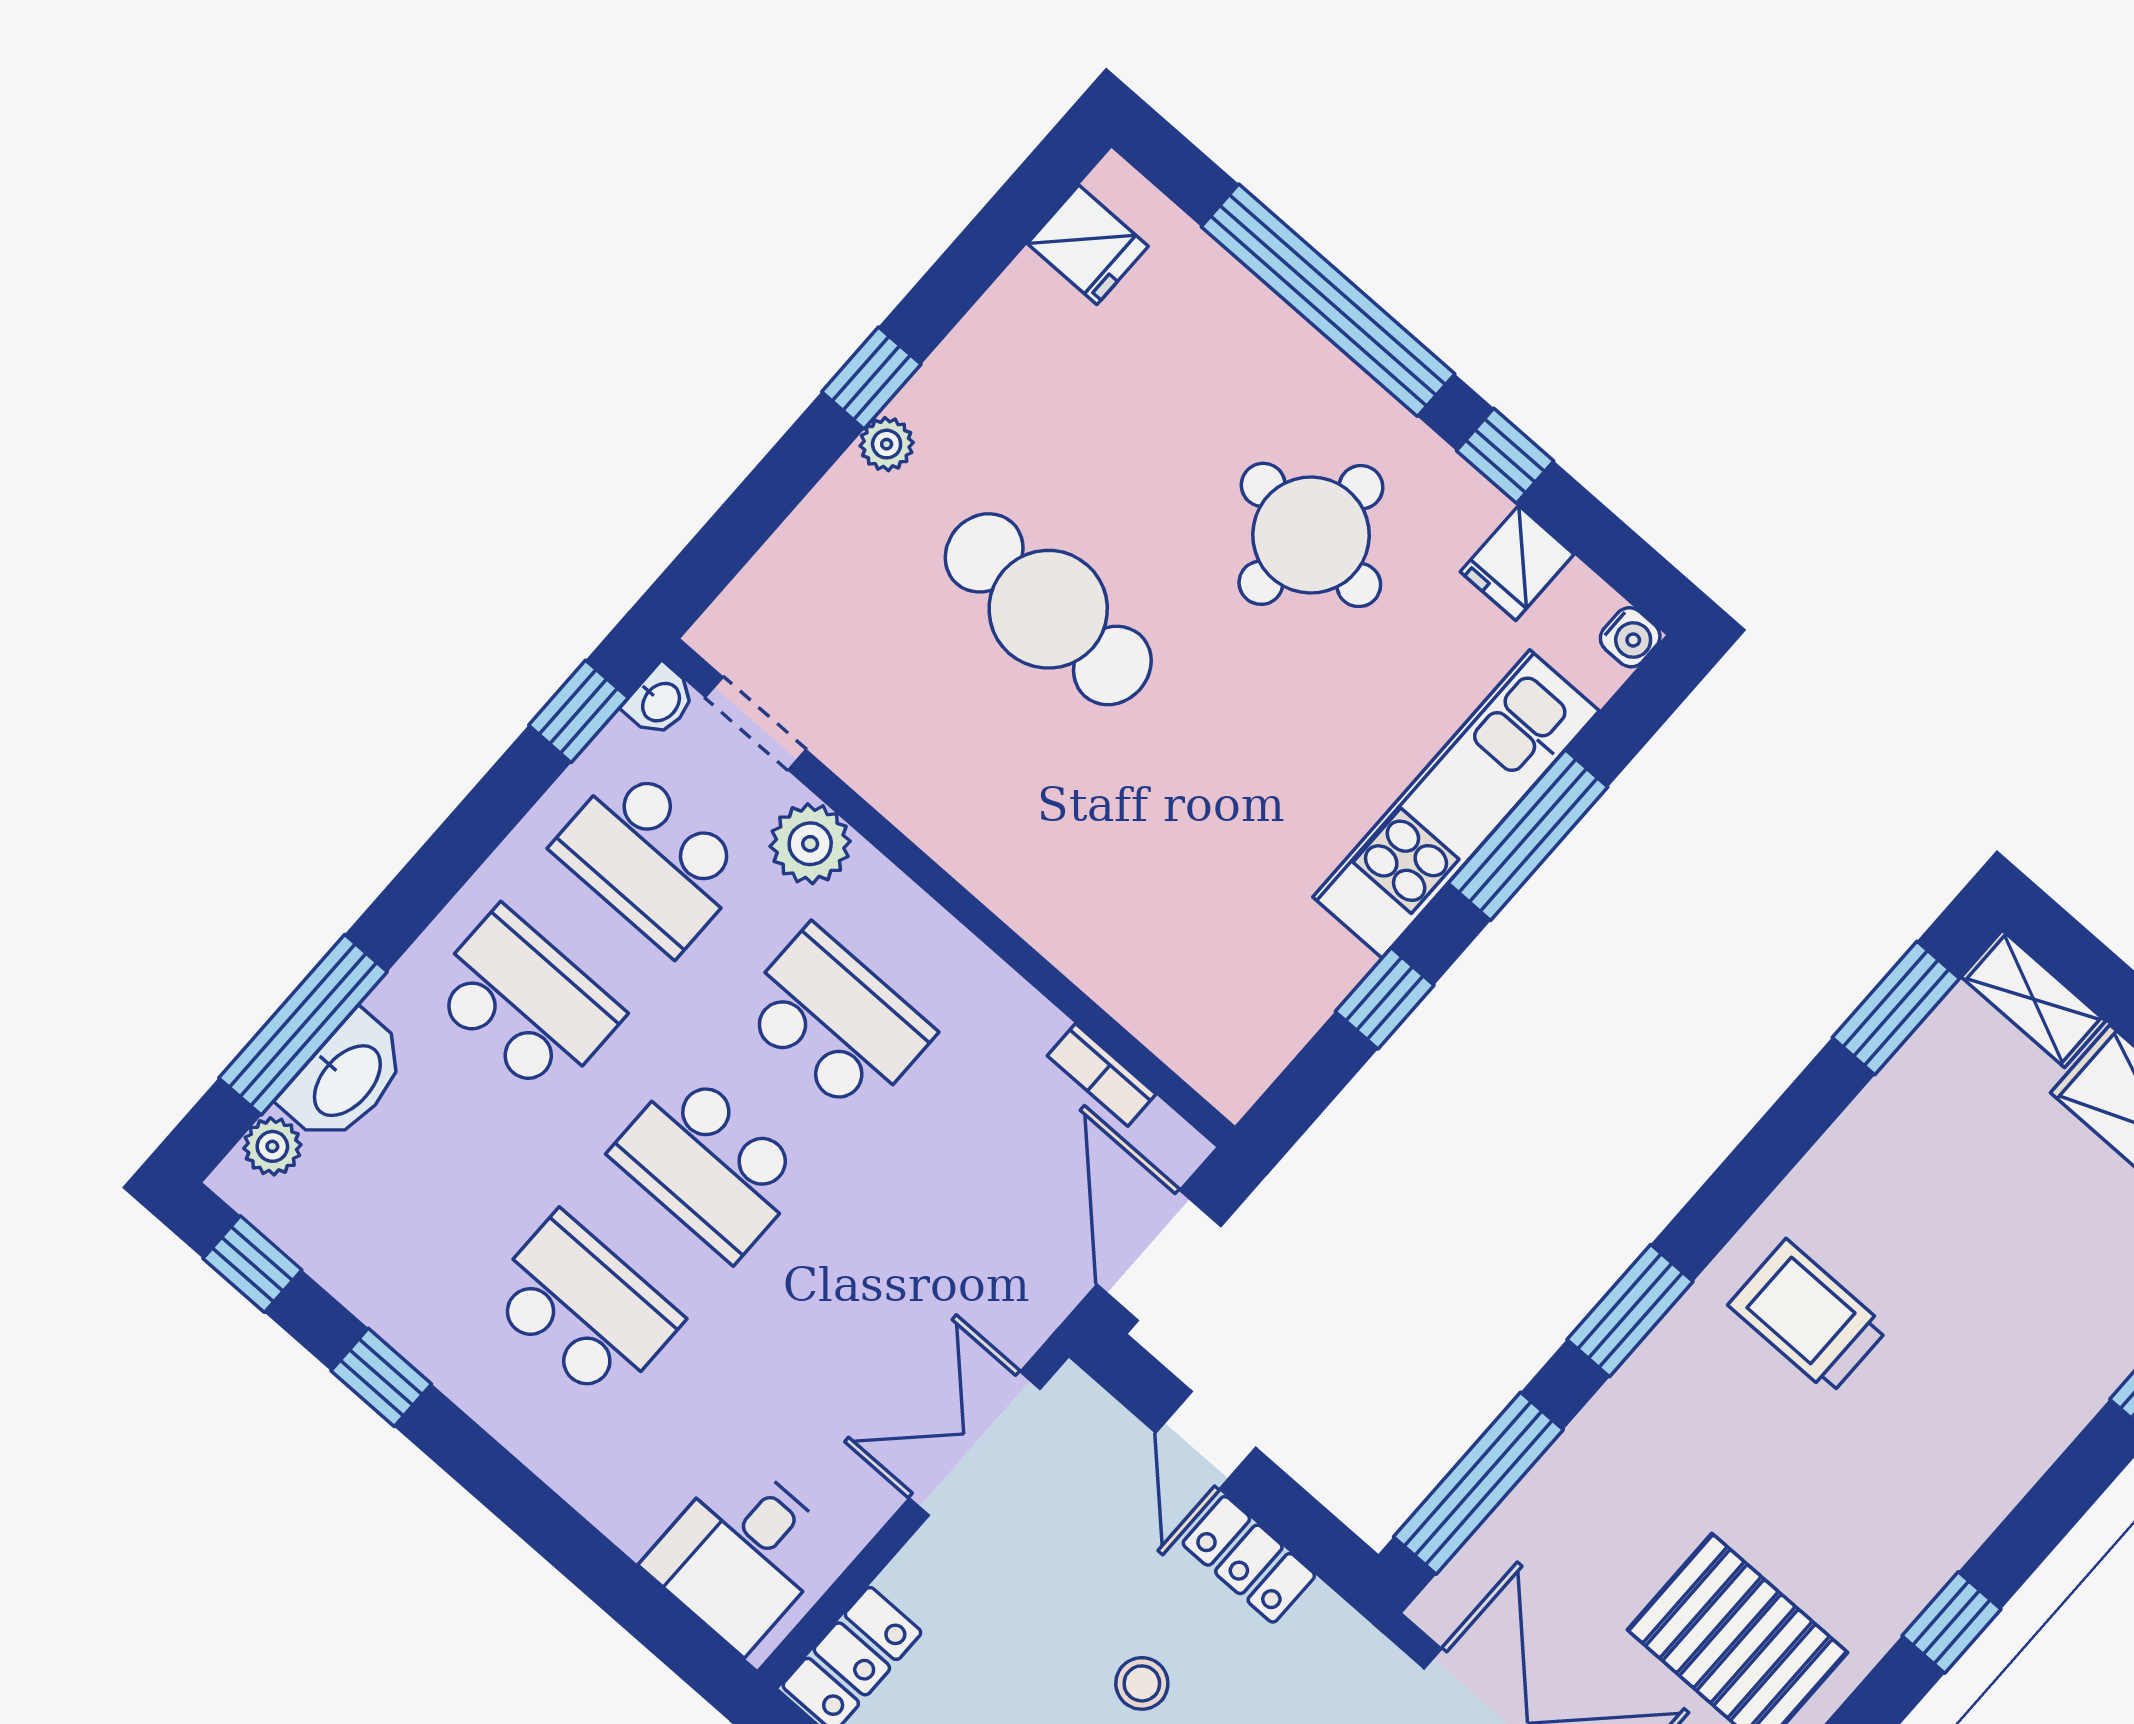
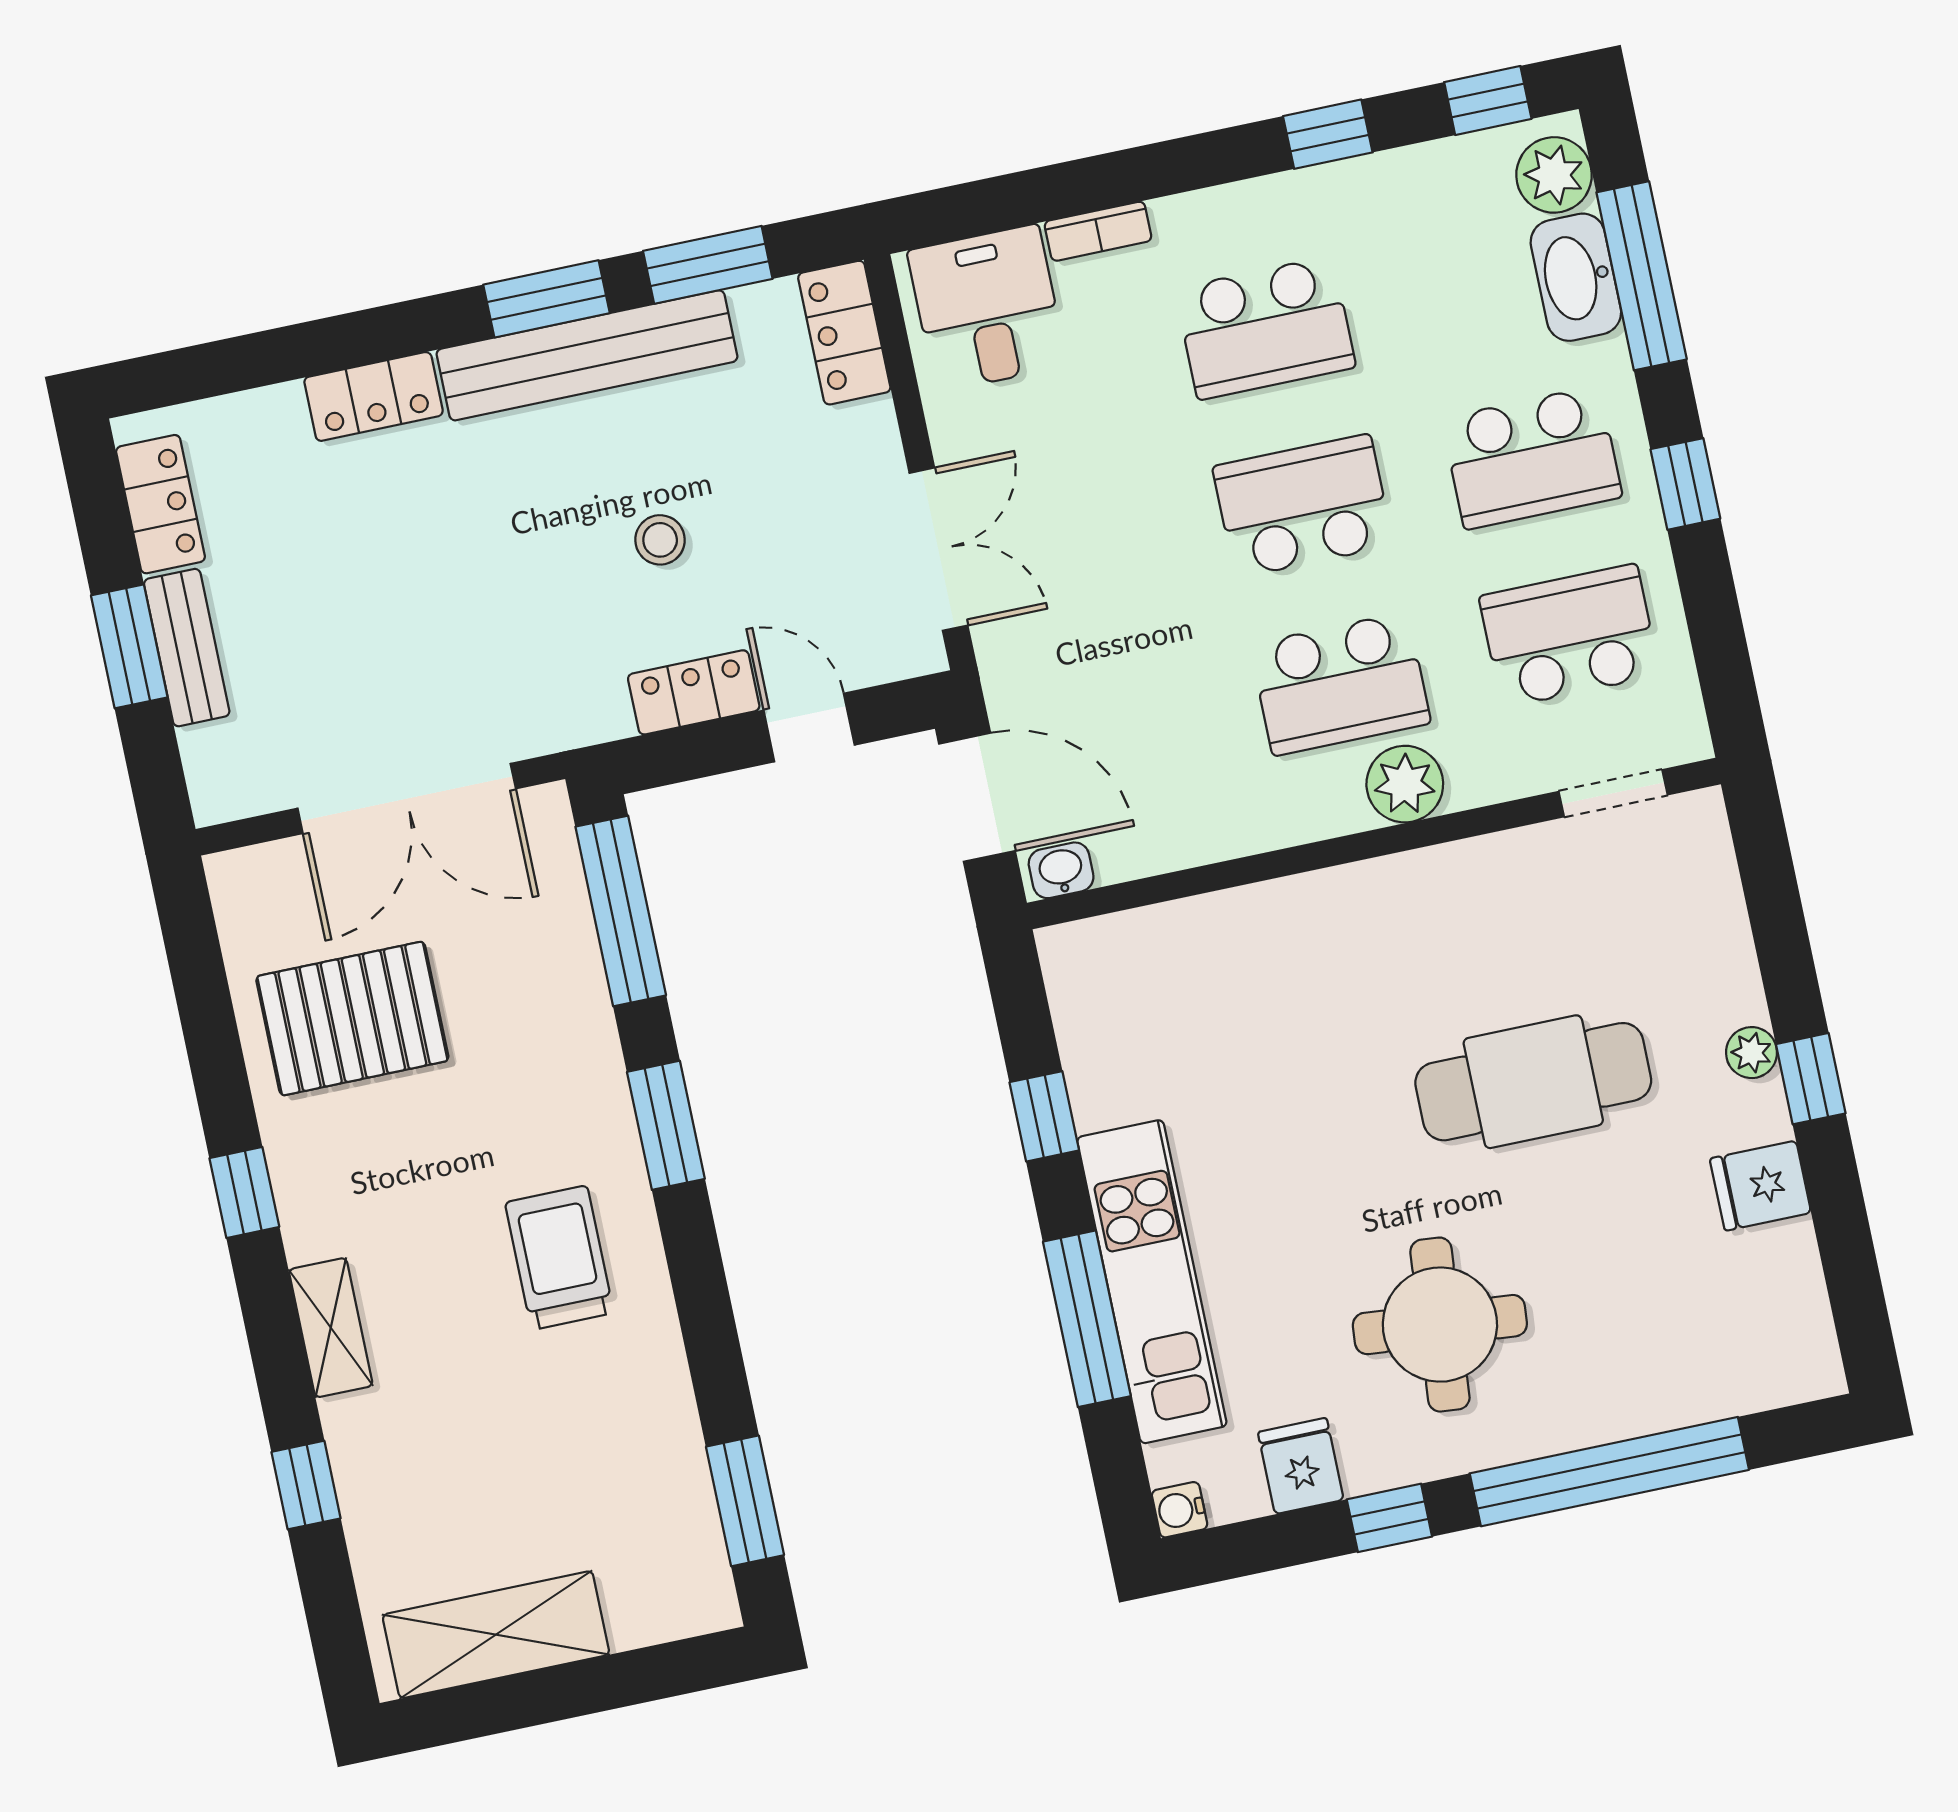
fridge: (1088, 245) -> (1760, 1186), moved
washbasin: (660, 701) -> (1061, 870), moved, turned 90
window: (578, 711) -> (1685, 484), moved
plant: (810, 844) -> (1405, 784), moved
shelving: (2033, 999) -> (331, 1328), moved, turned 90
bookcase: (1102, 1075) -> (1098, 231), moved, turned 180
plant: (272, 1146) -> (1554, 175), width x1.38, depth x1.38
trolley: (1808, 1317) -> (559, 1258), turned -90

